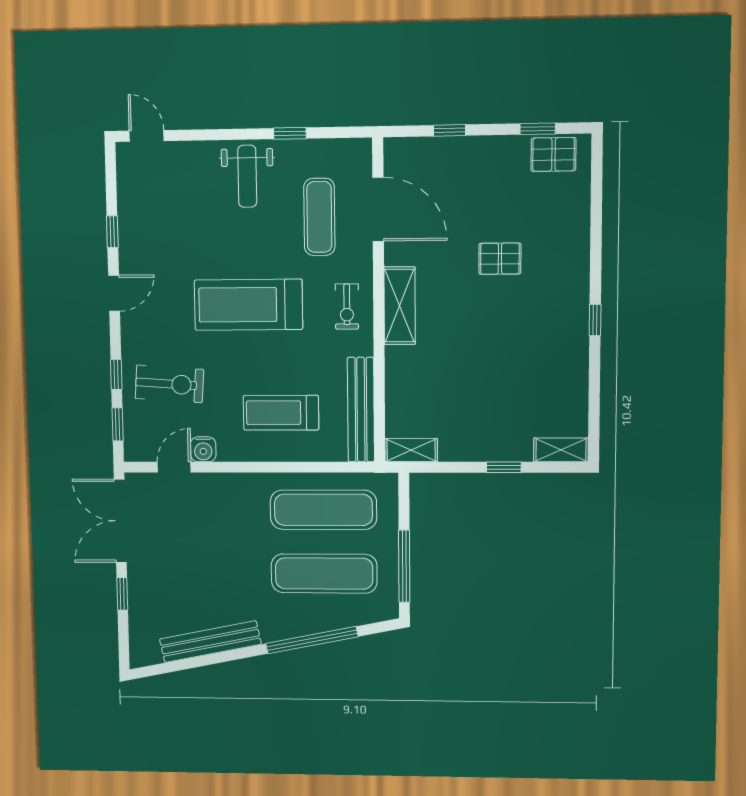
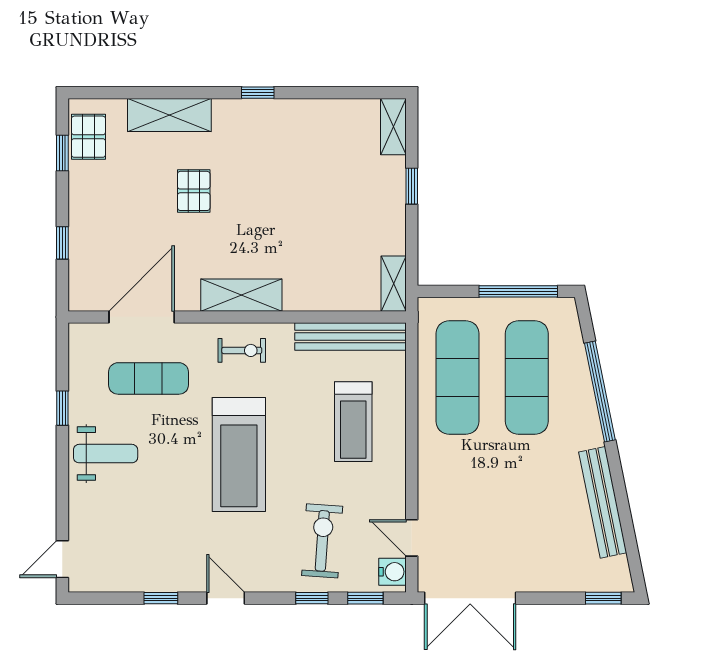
shelving: (574, 234) -> (169, 115), added
water cooler: (203, 449) -> (392, 572), moved
window: (122, 594) -> (603, 598), moved

